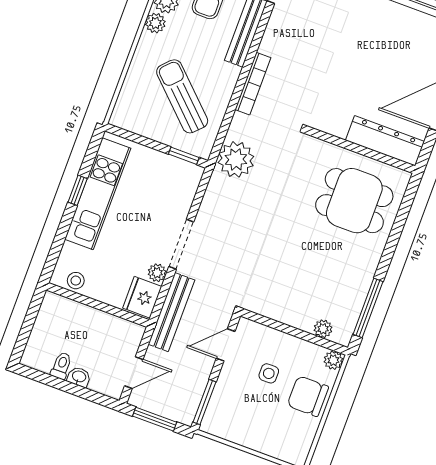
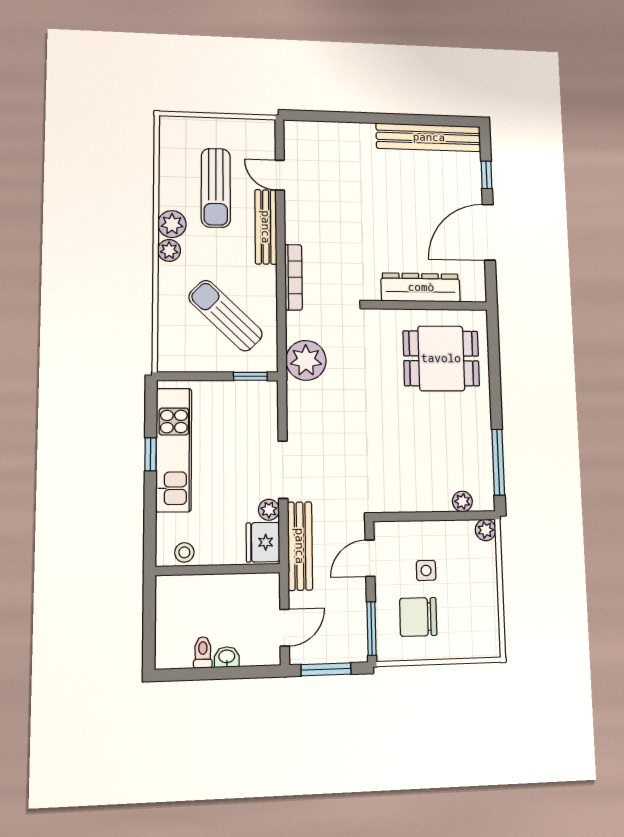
dresser: (385, 141) -> (421, 287), moved
chair: (308, 396) -> (418, 617), moved

